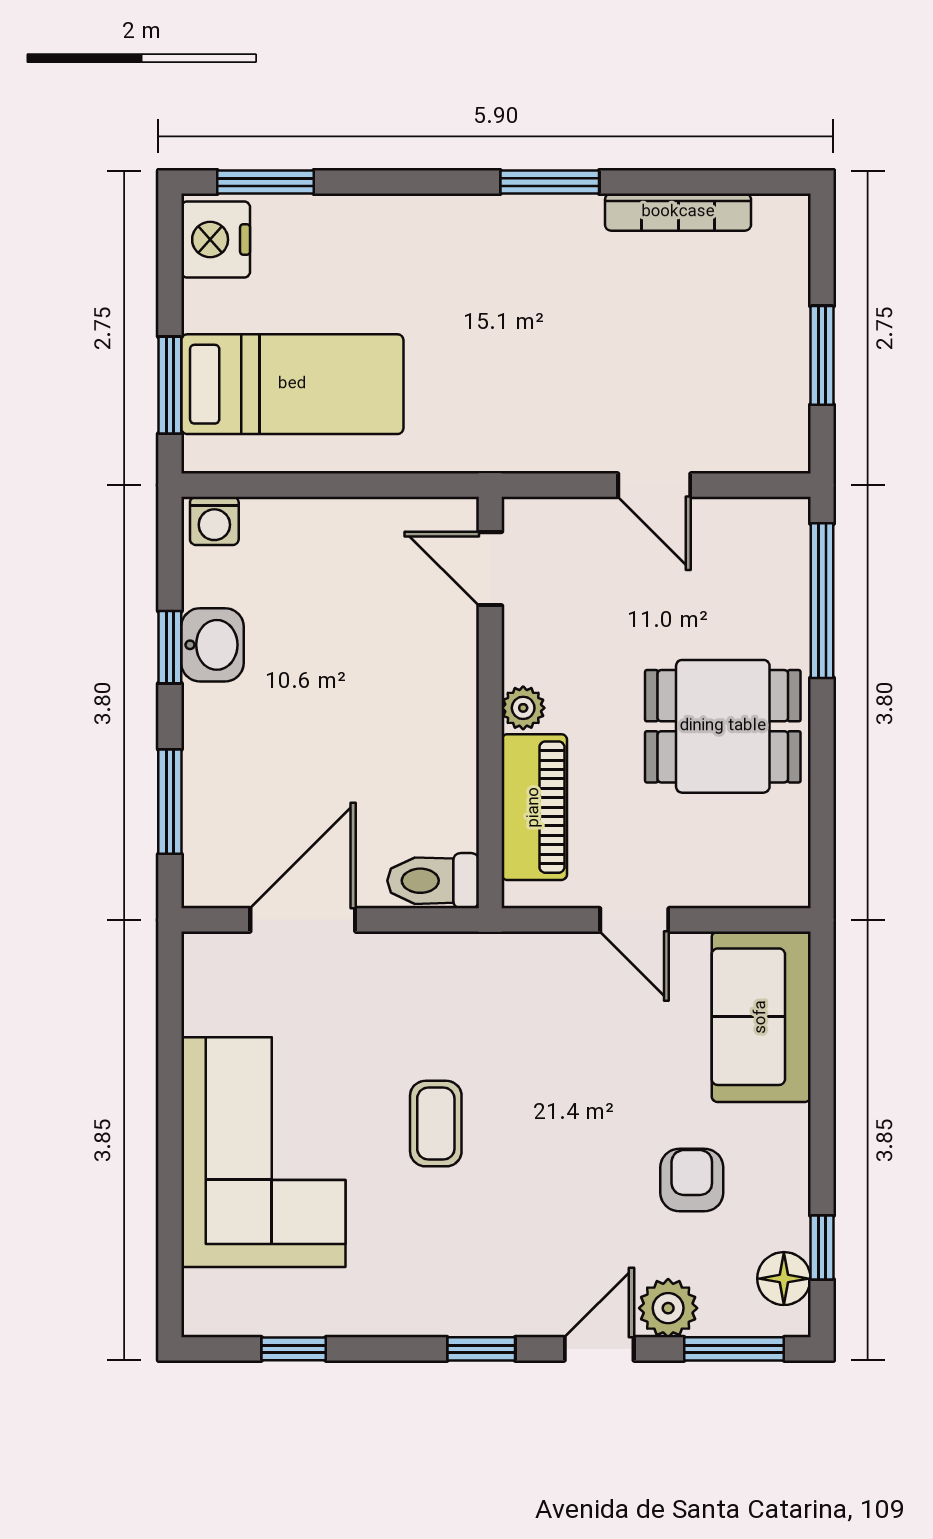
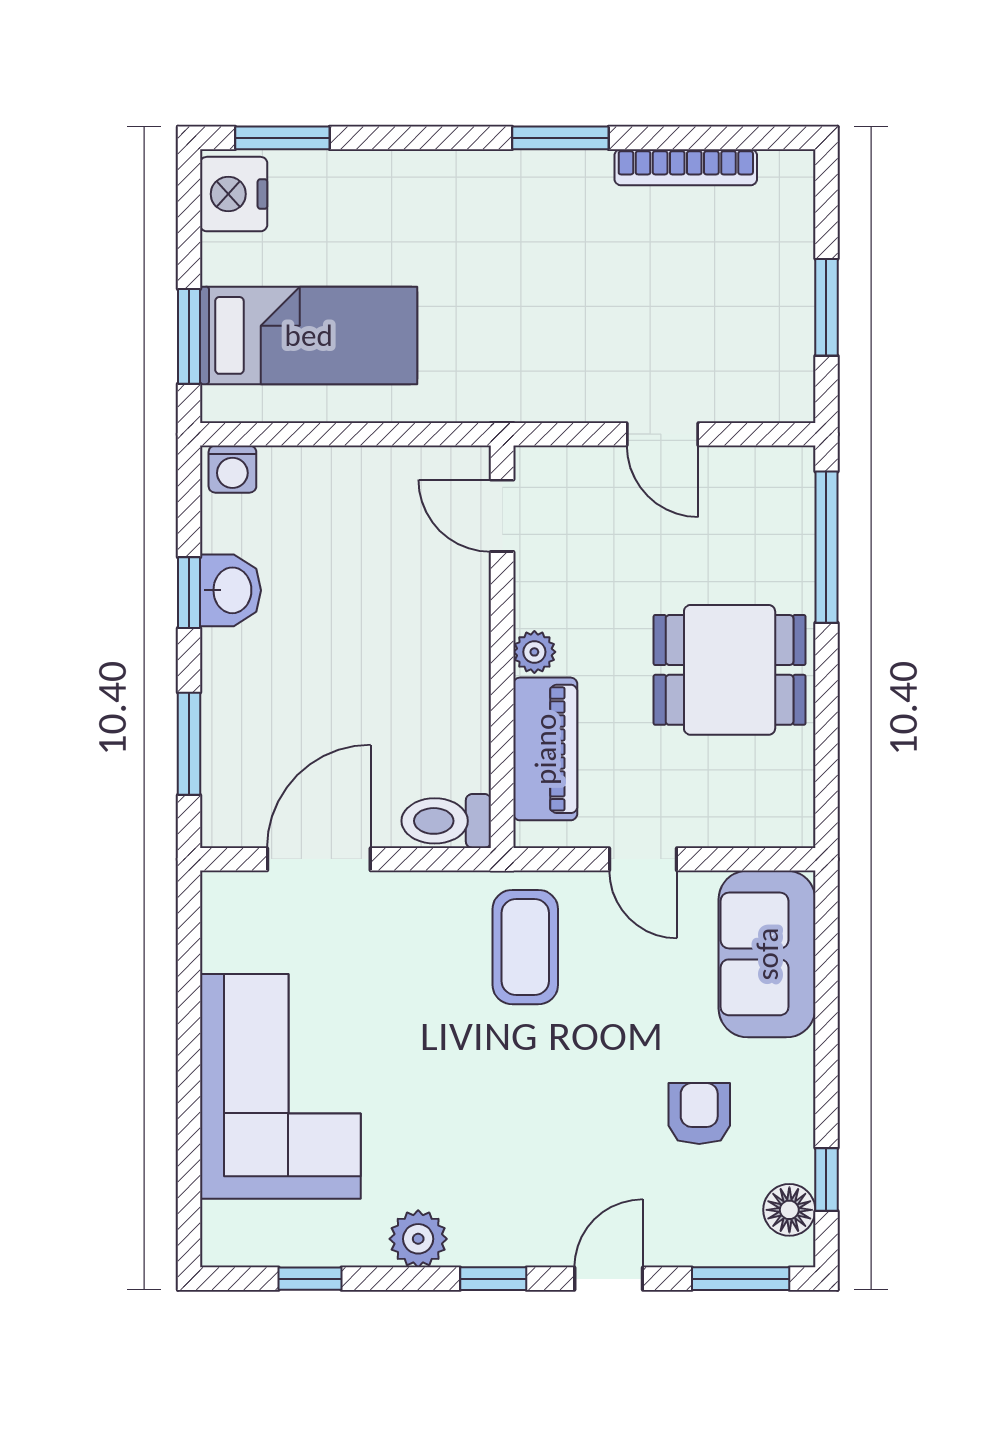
coffee table: (436, 1124) -> (525, 947), moved, width x1.36, depth x1.30
plant: (668, 1308) -> (418, 1239), moved

